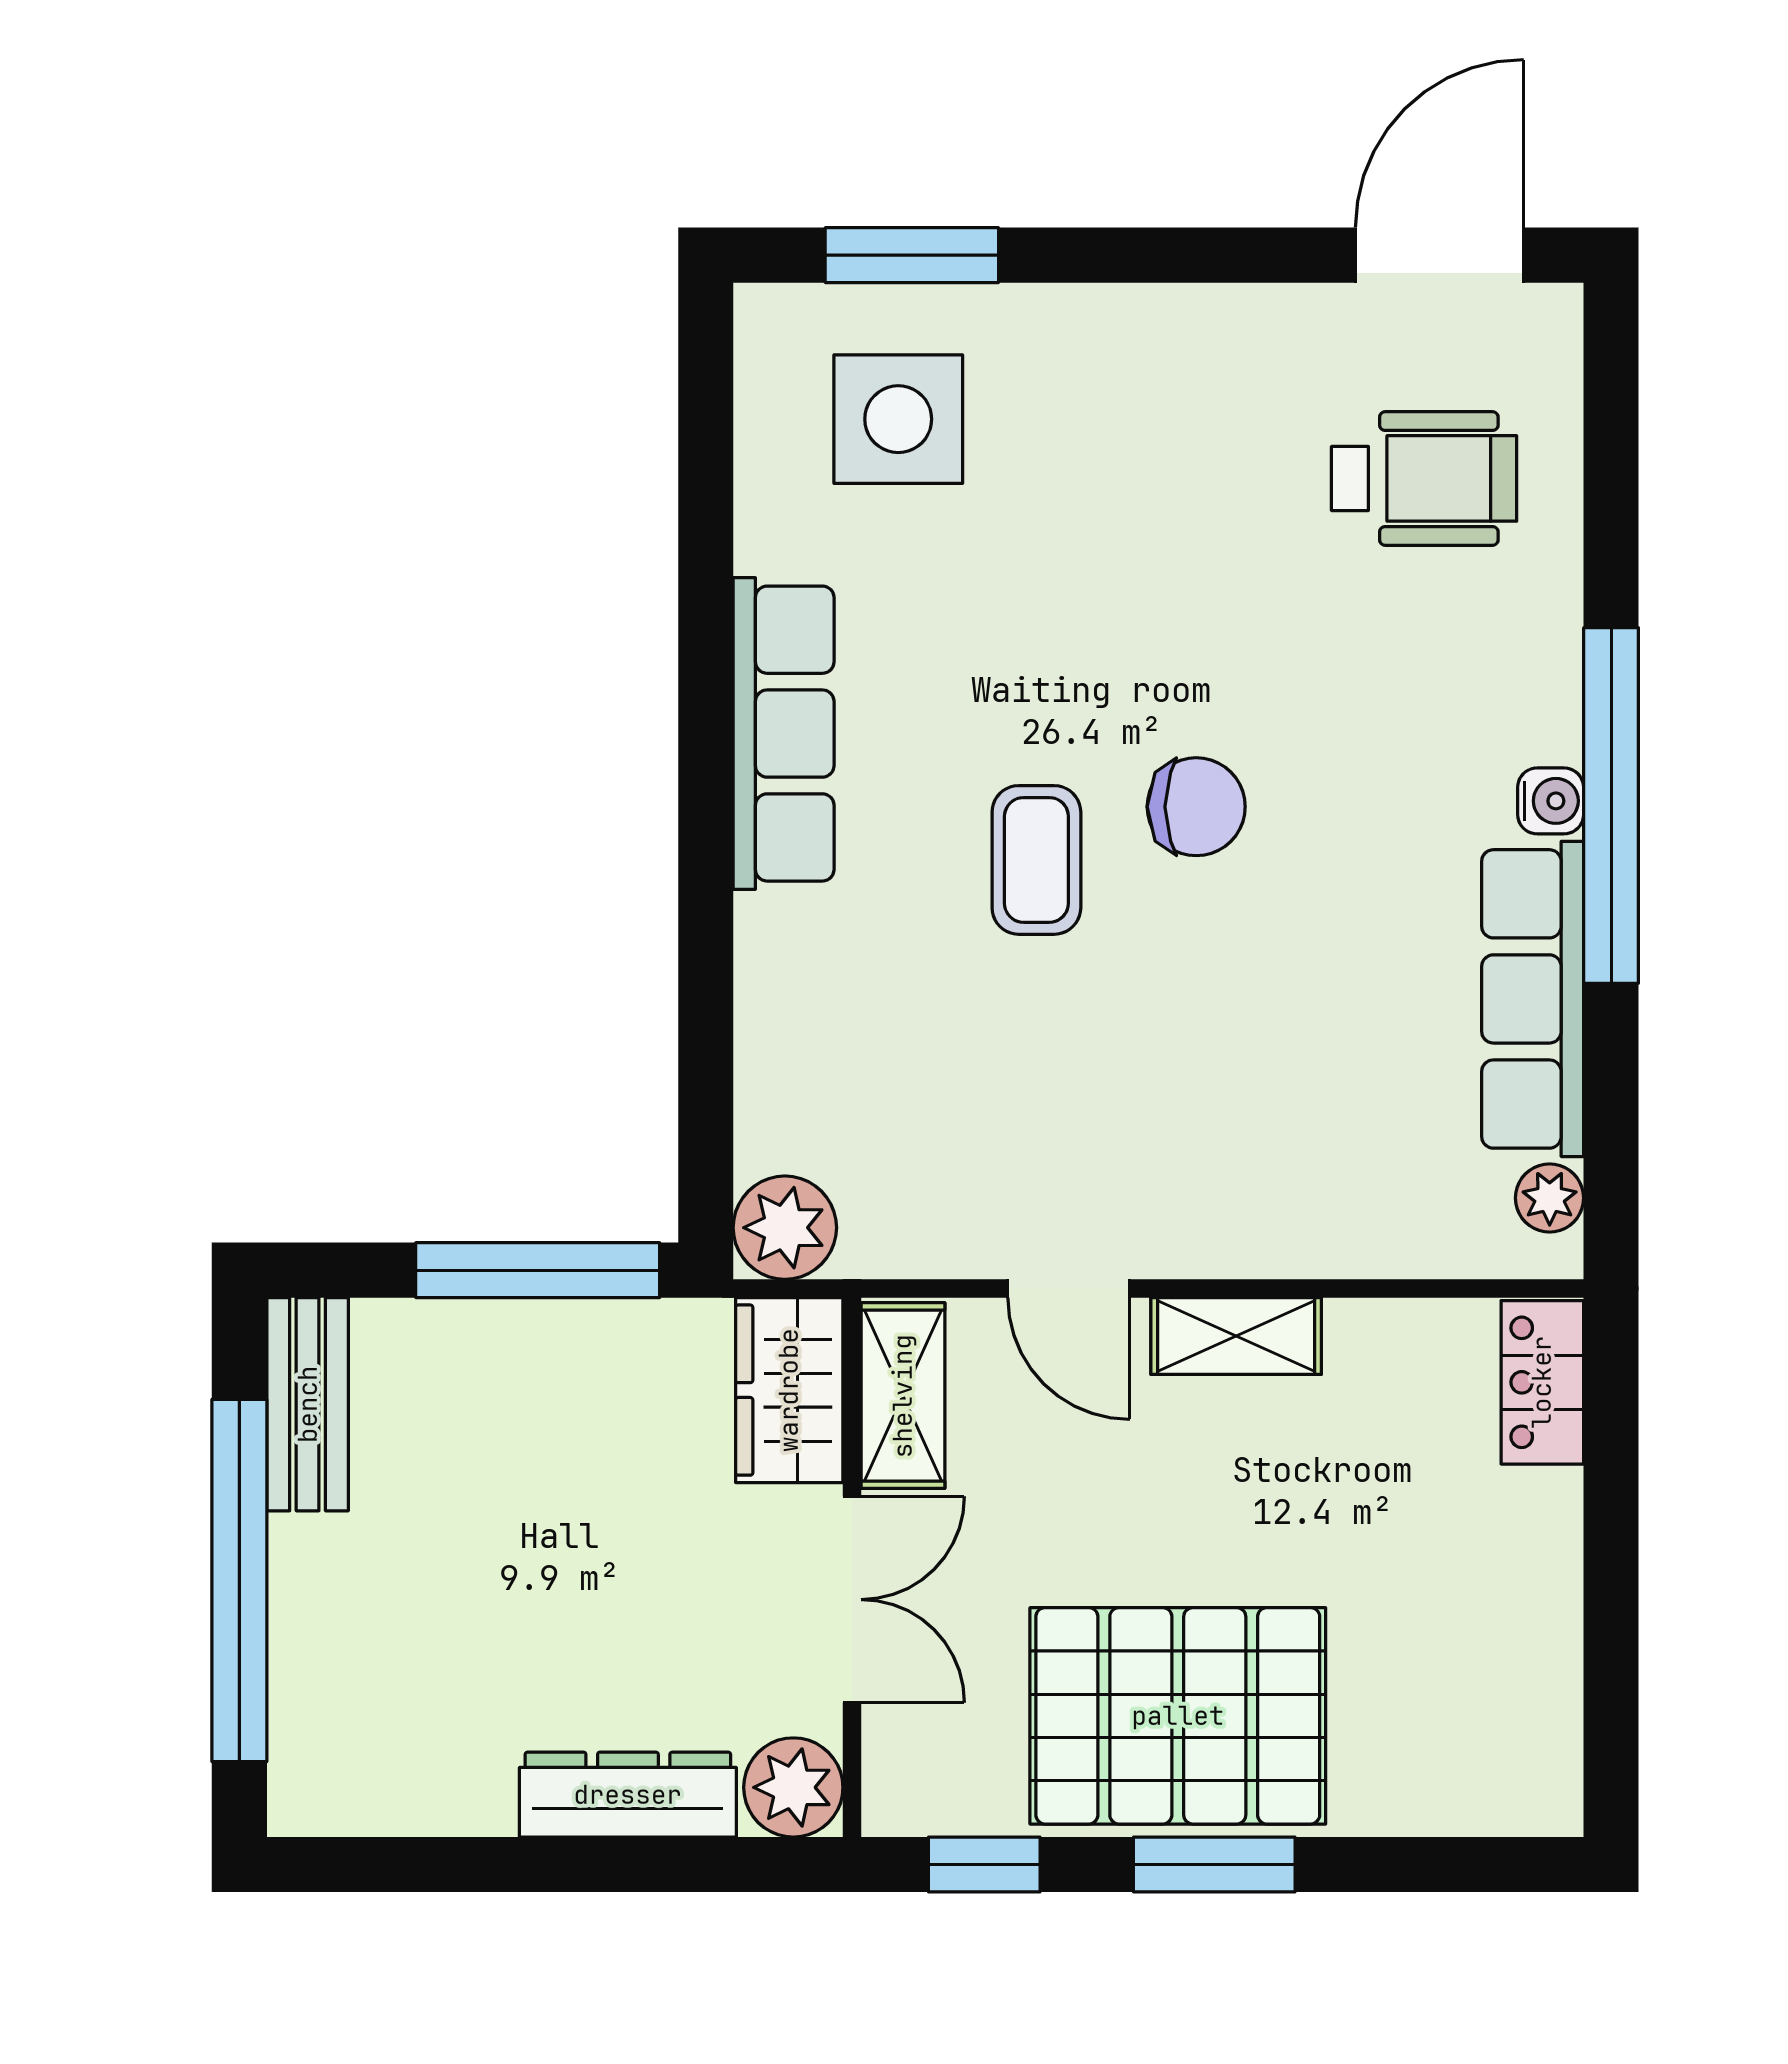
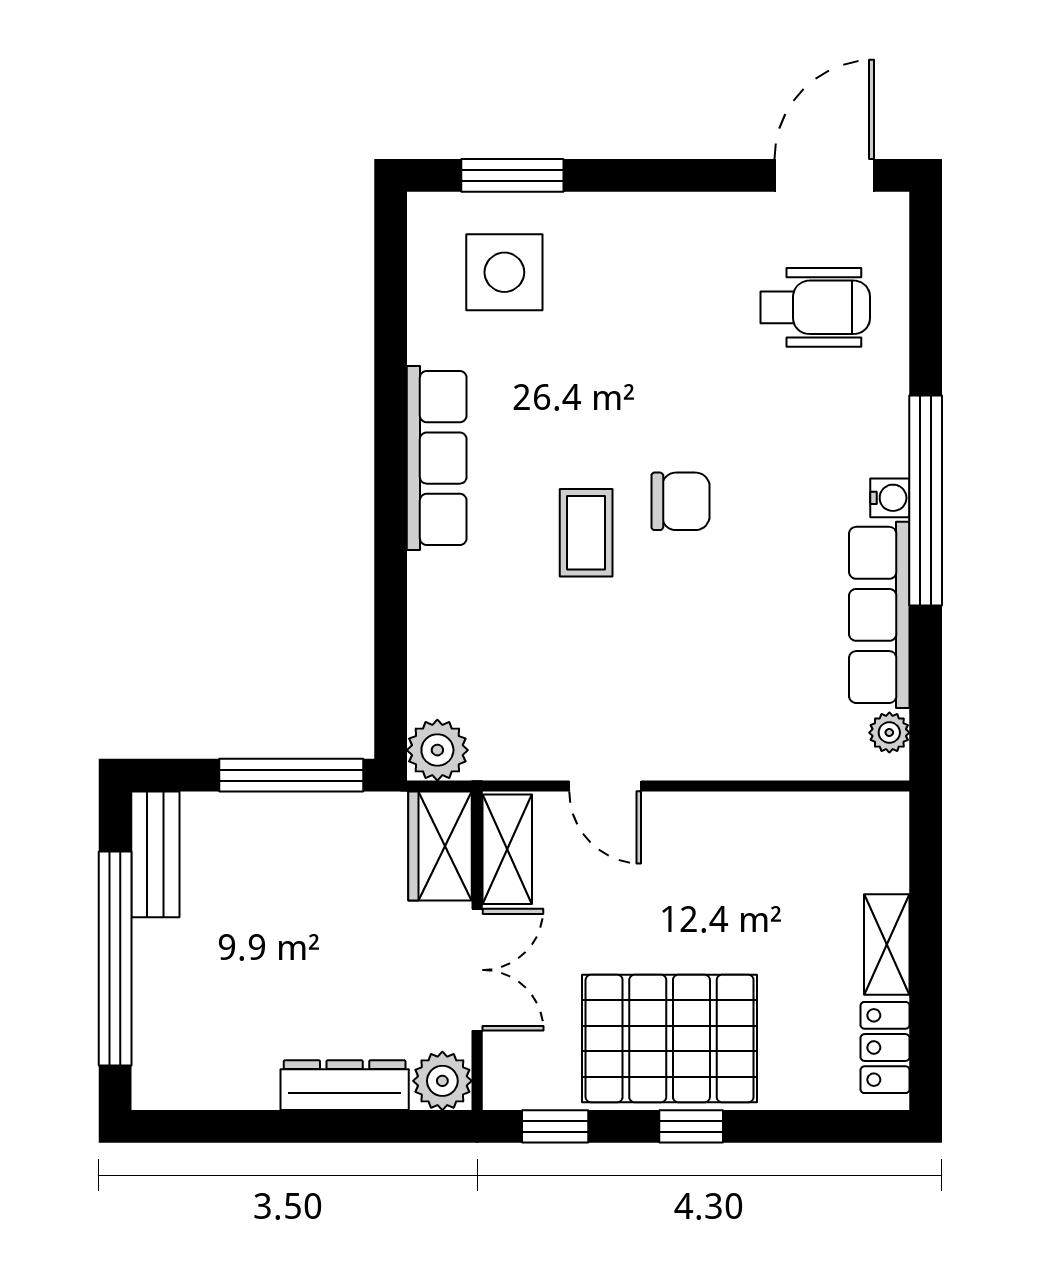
shelving: (1236, 1336) -> (887, 944), moved, turned 90
locker: (1542, 1382) -> (885, 1048), moved
window: (1214, 1865) -> (691, 1126), width x0.67

